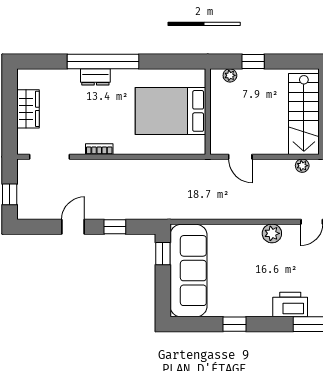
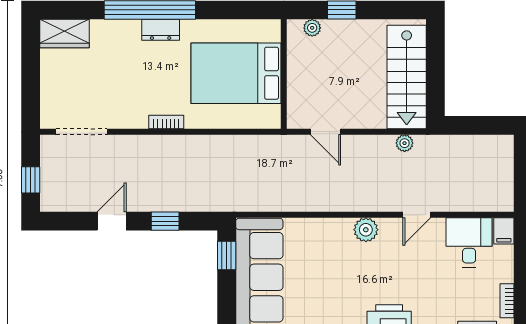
dresser: (95, 77) -> (161, 30), moved
wardrobe: (28, 109) -> (64, 34), moved, turned 90
bookcase: (99, 149) -> (166, 122), moved

